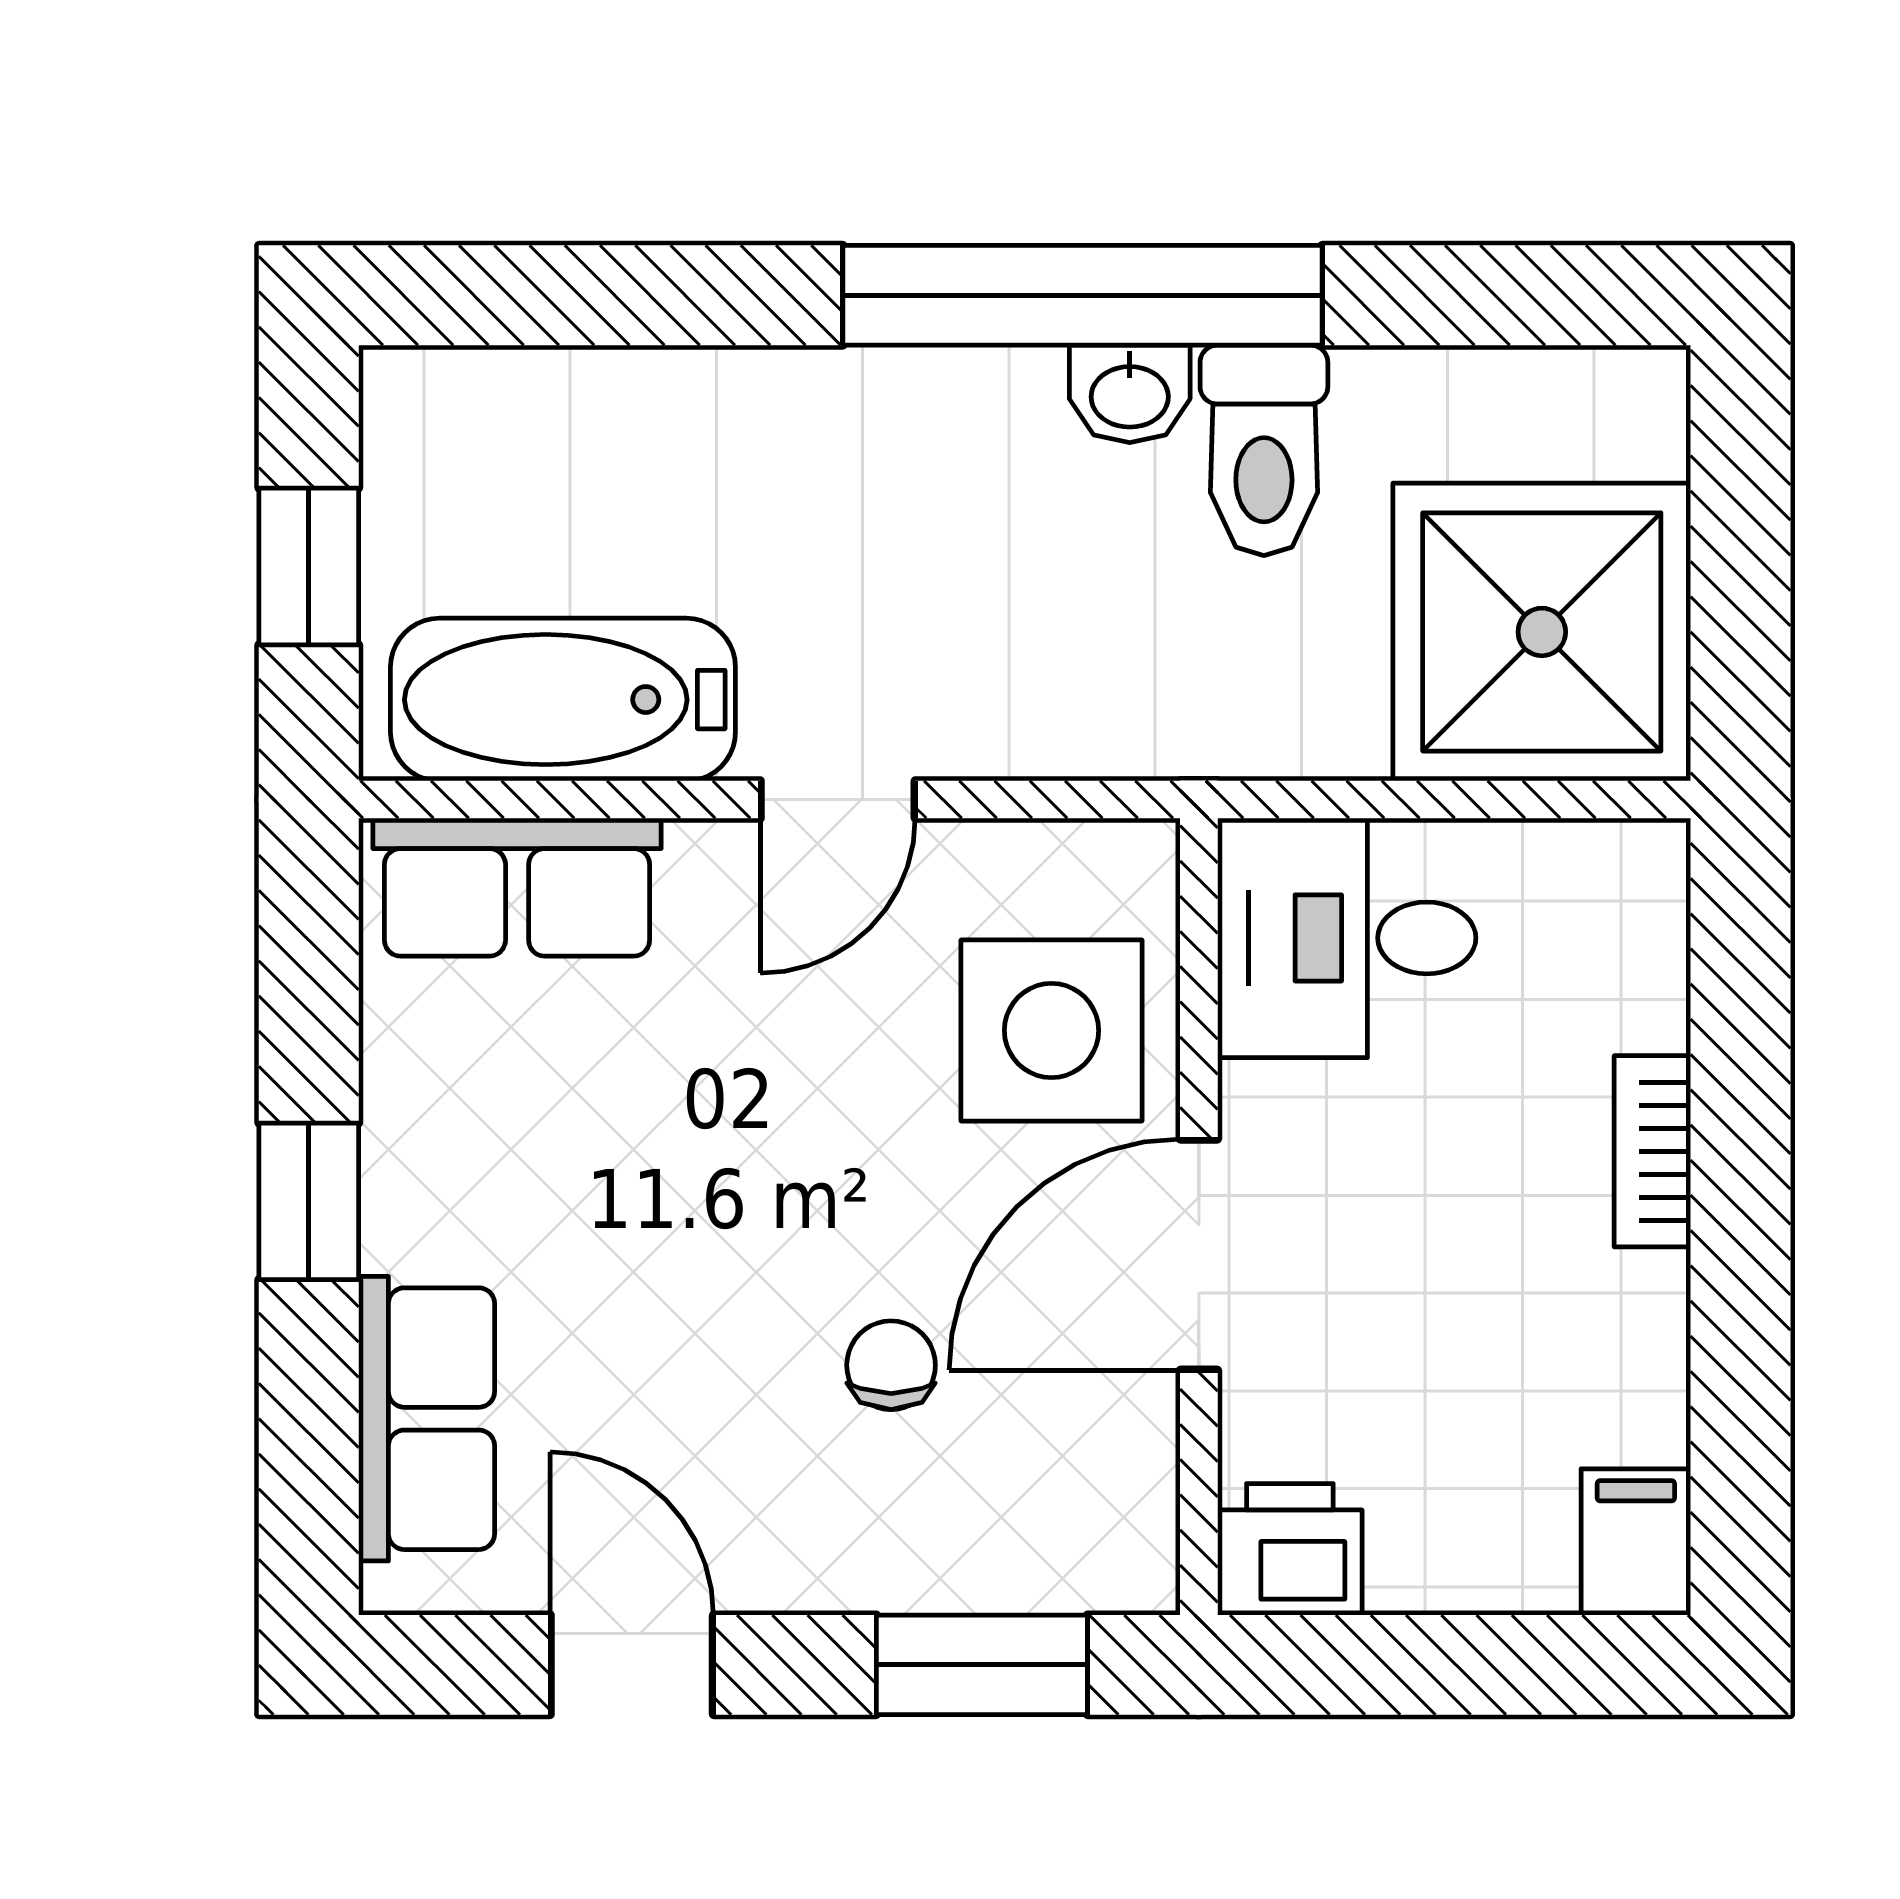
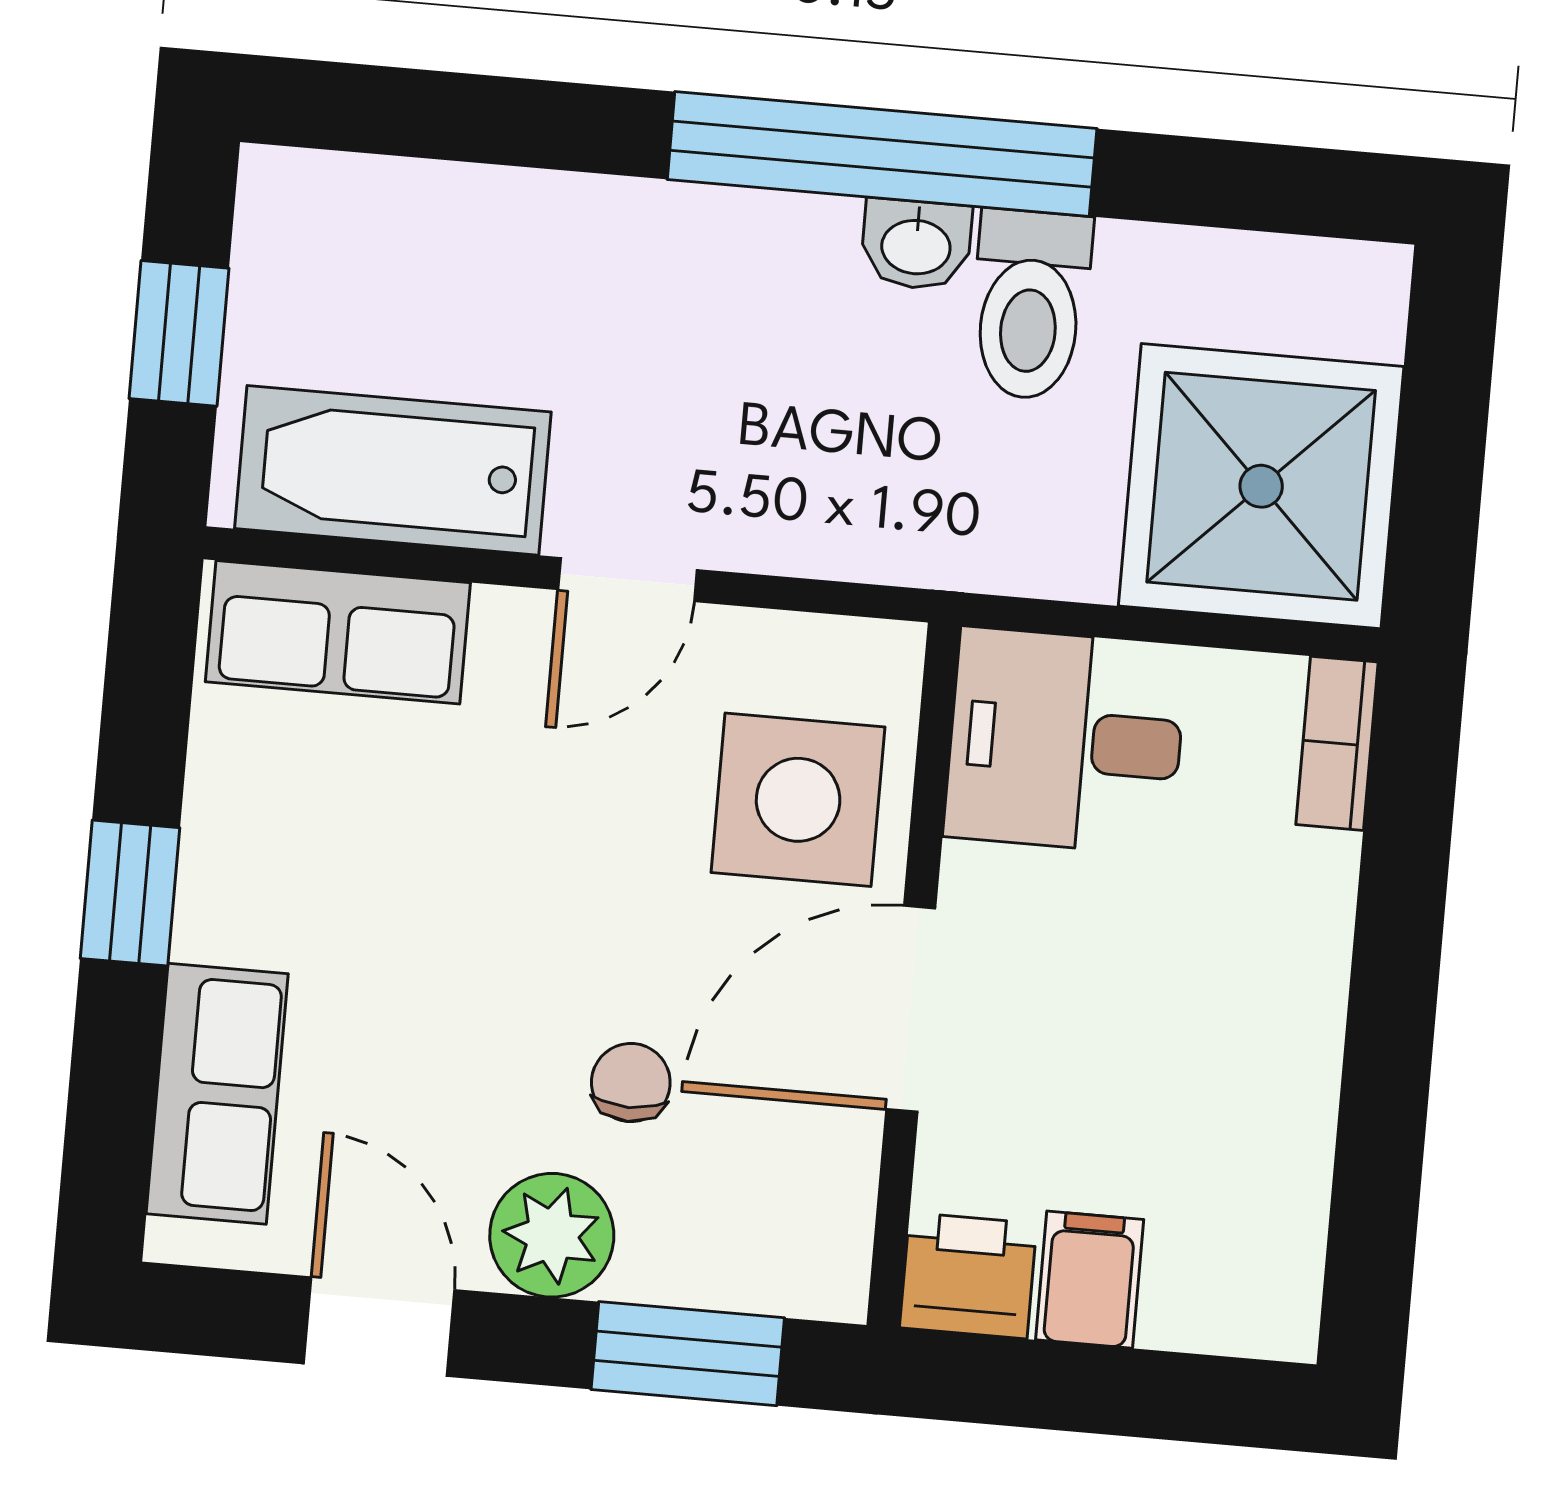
bookcase: (1652, 1151) -> (1337, 743), moved
filing cabinet: (1636, 1542) -> (1090, 1280), moved
plant: (817, 1545) -> (552, 1235), added

